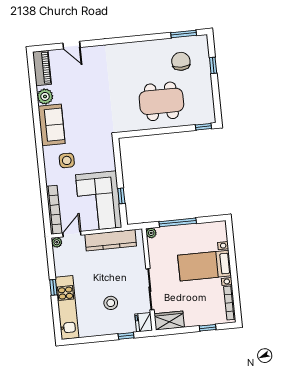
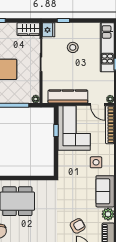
armchair: (82, 78) -> (78, 226), added
door: (72, 234) -> (98, 104), hinge flipped

